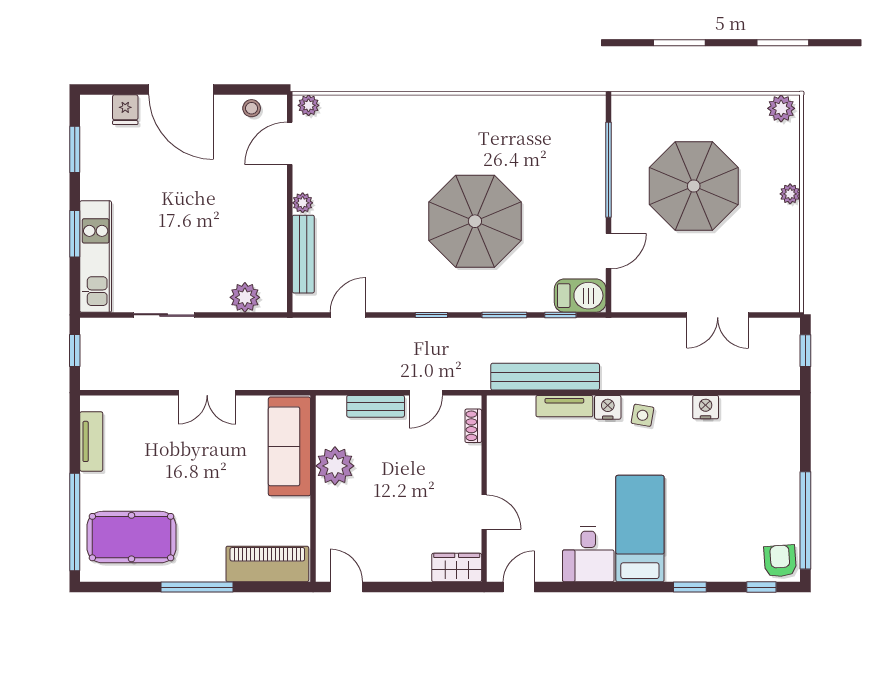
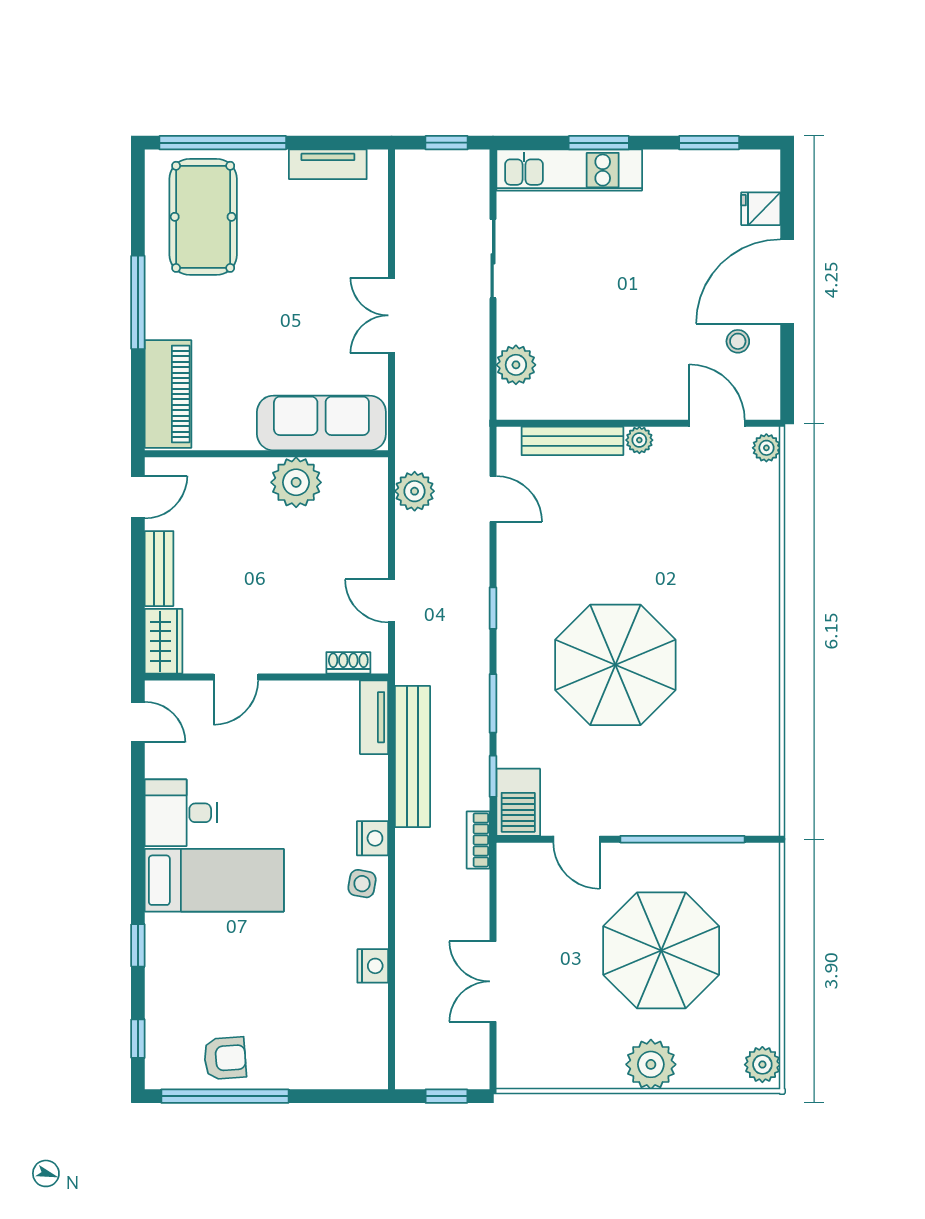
stool: (252, 108) -> (738, 341), moved
plant: (790, 194) -> (651, 1064), width x1.88, depth x1.88
bookcase: (609, 326) -> (478, 840), added
plant: (342, 375) -> (415, 491), added
bench: (376, 406) -> (159, 569), moved
tv unit: (564, 406) -> (374, 717), moved
armchair: (780, 561) -> (225, 1058), moved

